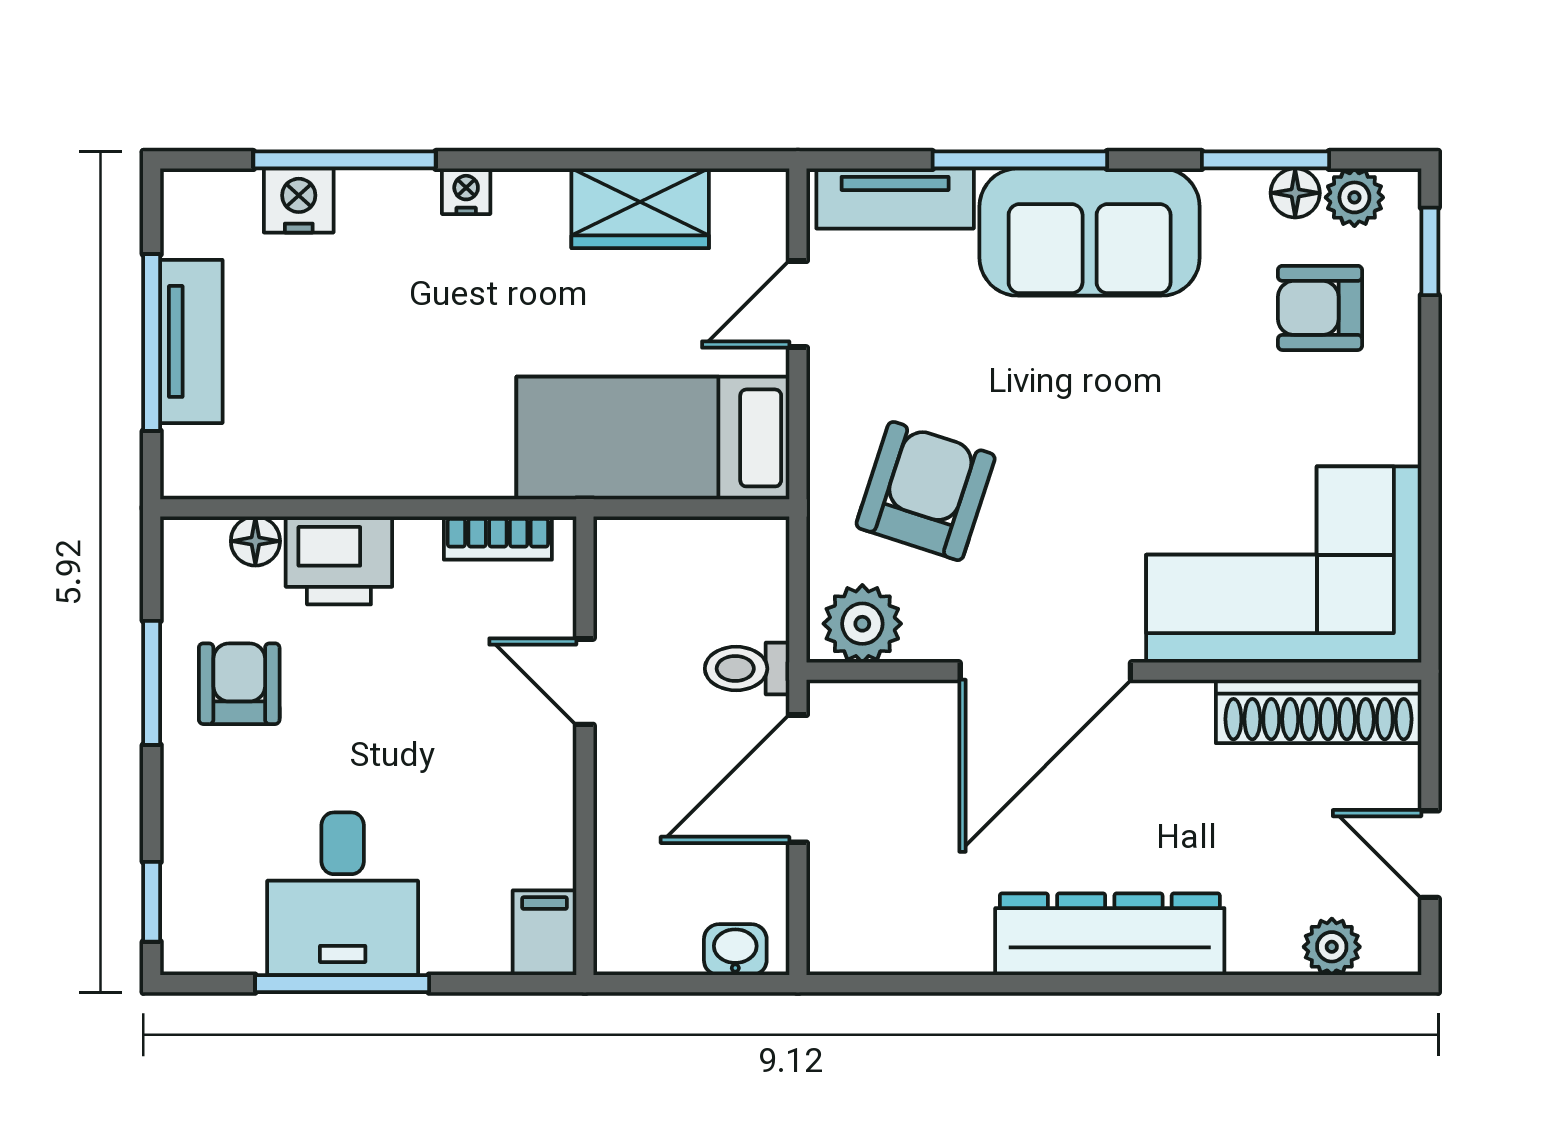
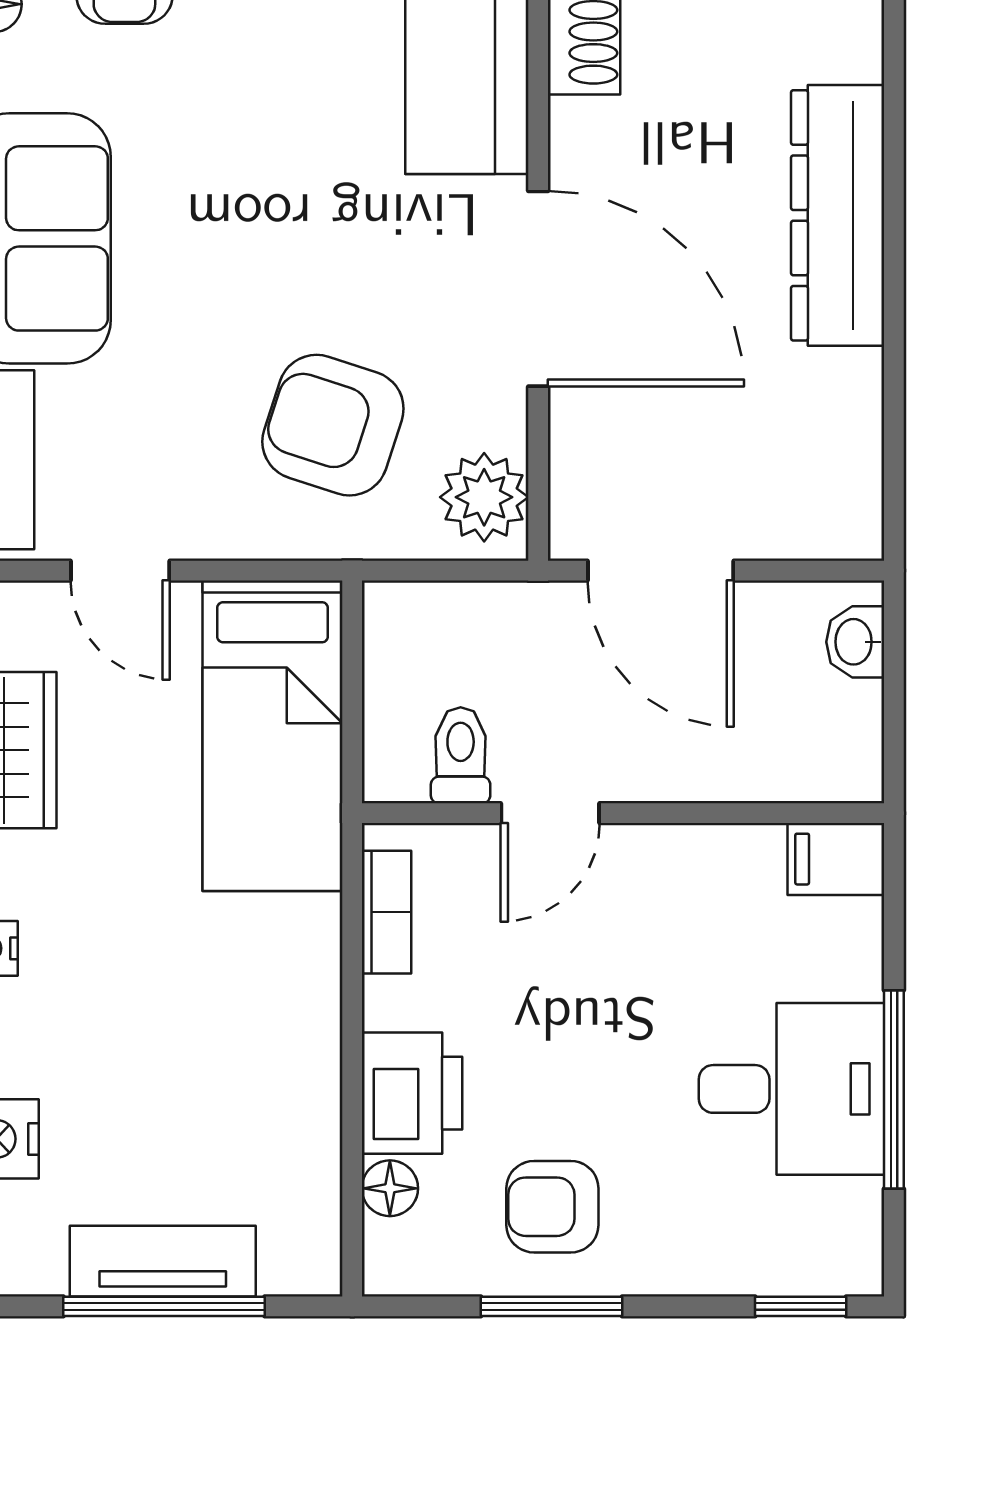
toilet: (747, 669) -> (461, 755), moved, turned 180

